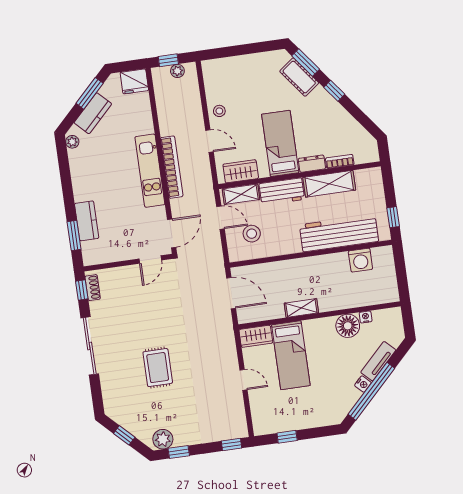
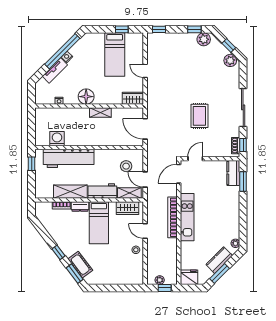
kitchen counter: (87, 221) -> (233, 173), moved
floor lamp: (348, 326) -> (86, 97), moved
bed: (291, 355) -> (115, 55), moved, turned 180
rug: (158, 368) -> (199, 116), moved
plant: (119, 413) -> (230, 60), added

